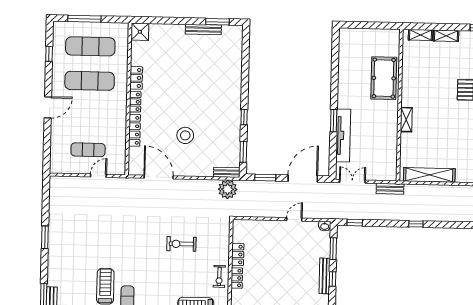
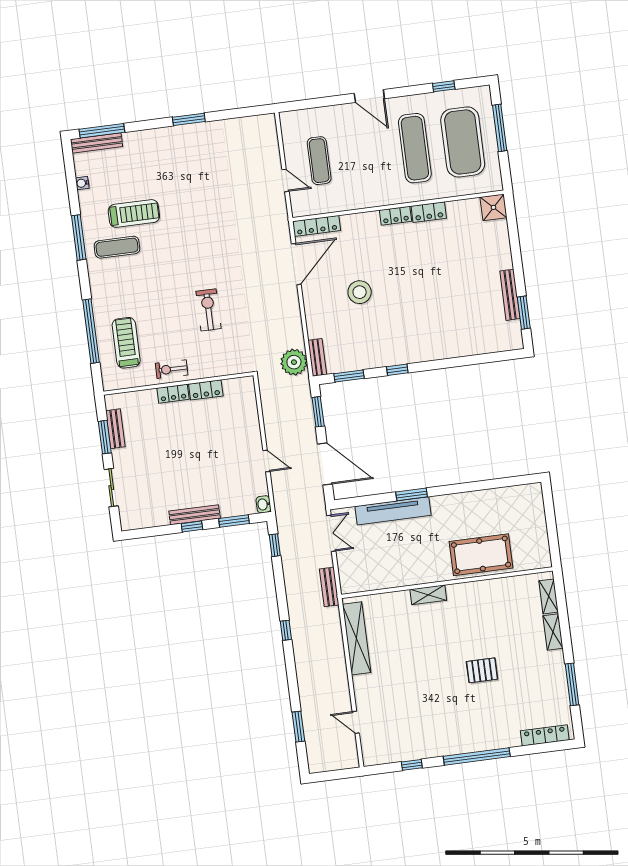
exercise mat: (90, 46) -> (463, 142), width x1.47
locker: (134, 130) -> (317, 226), moved

